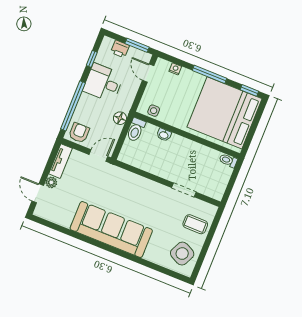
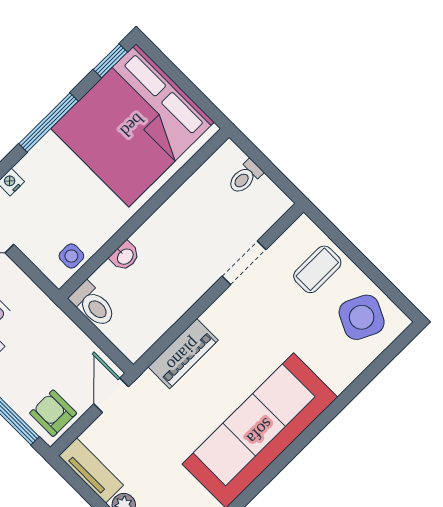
floor lamp: (120, 118) -> (59, 325), removed
toilet: (228, 160) -> (245, 177), moved
piano: (131, 180) -> (183, 354), added

